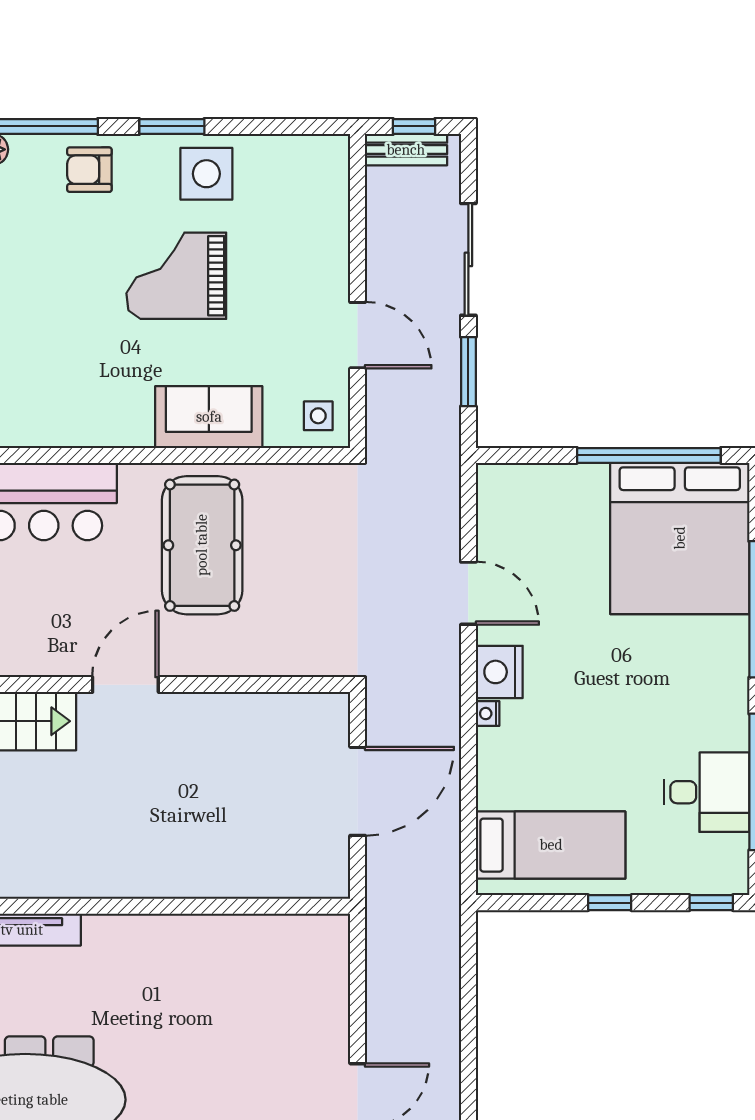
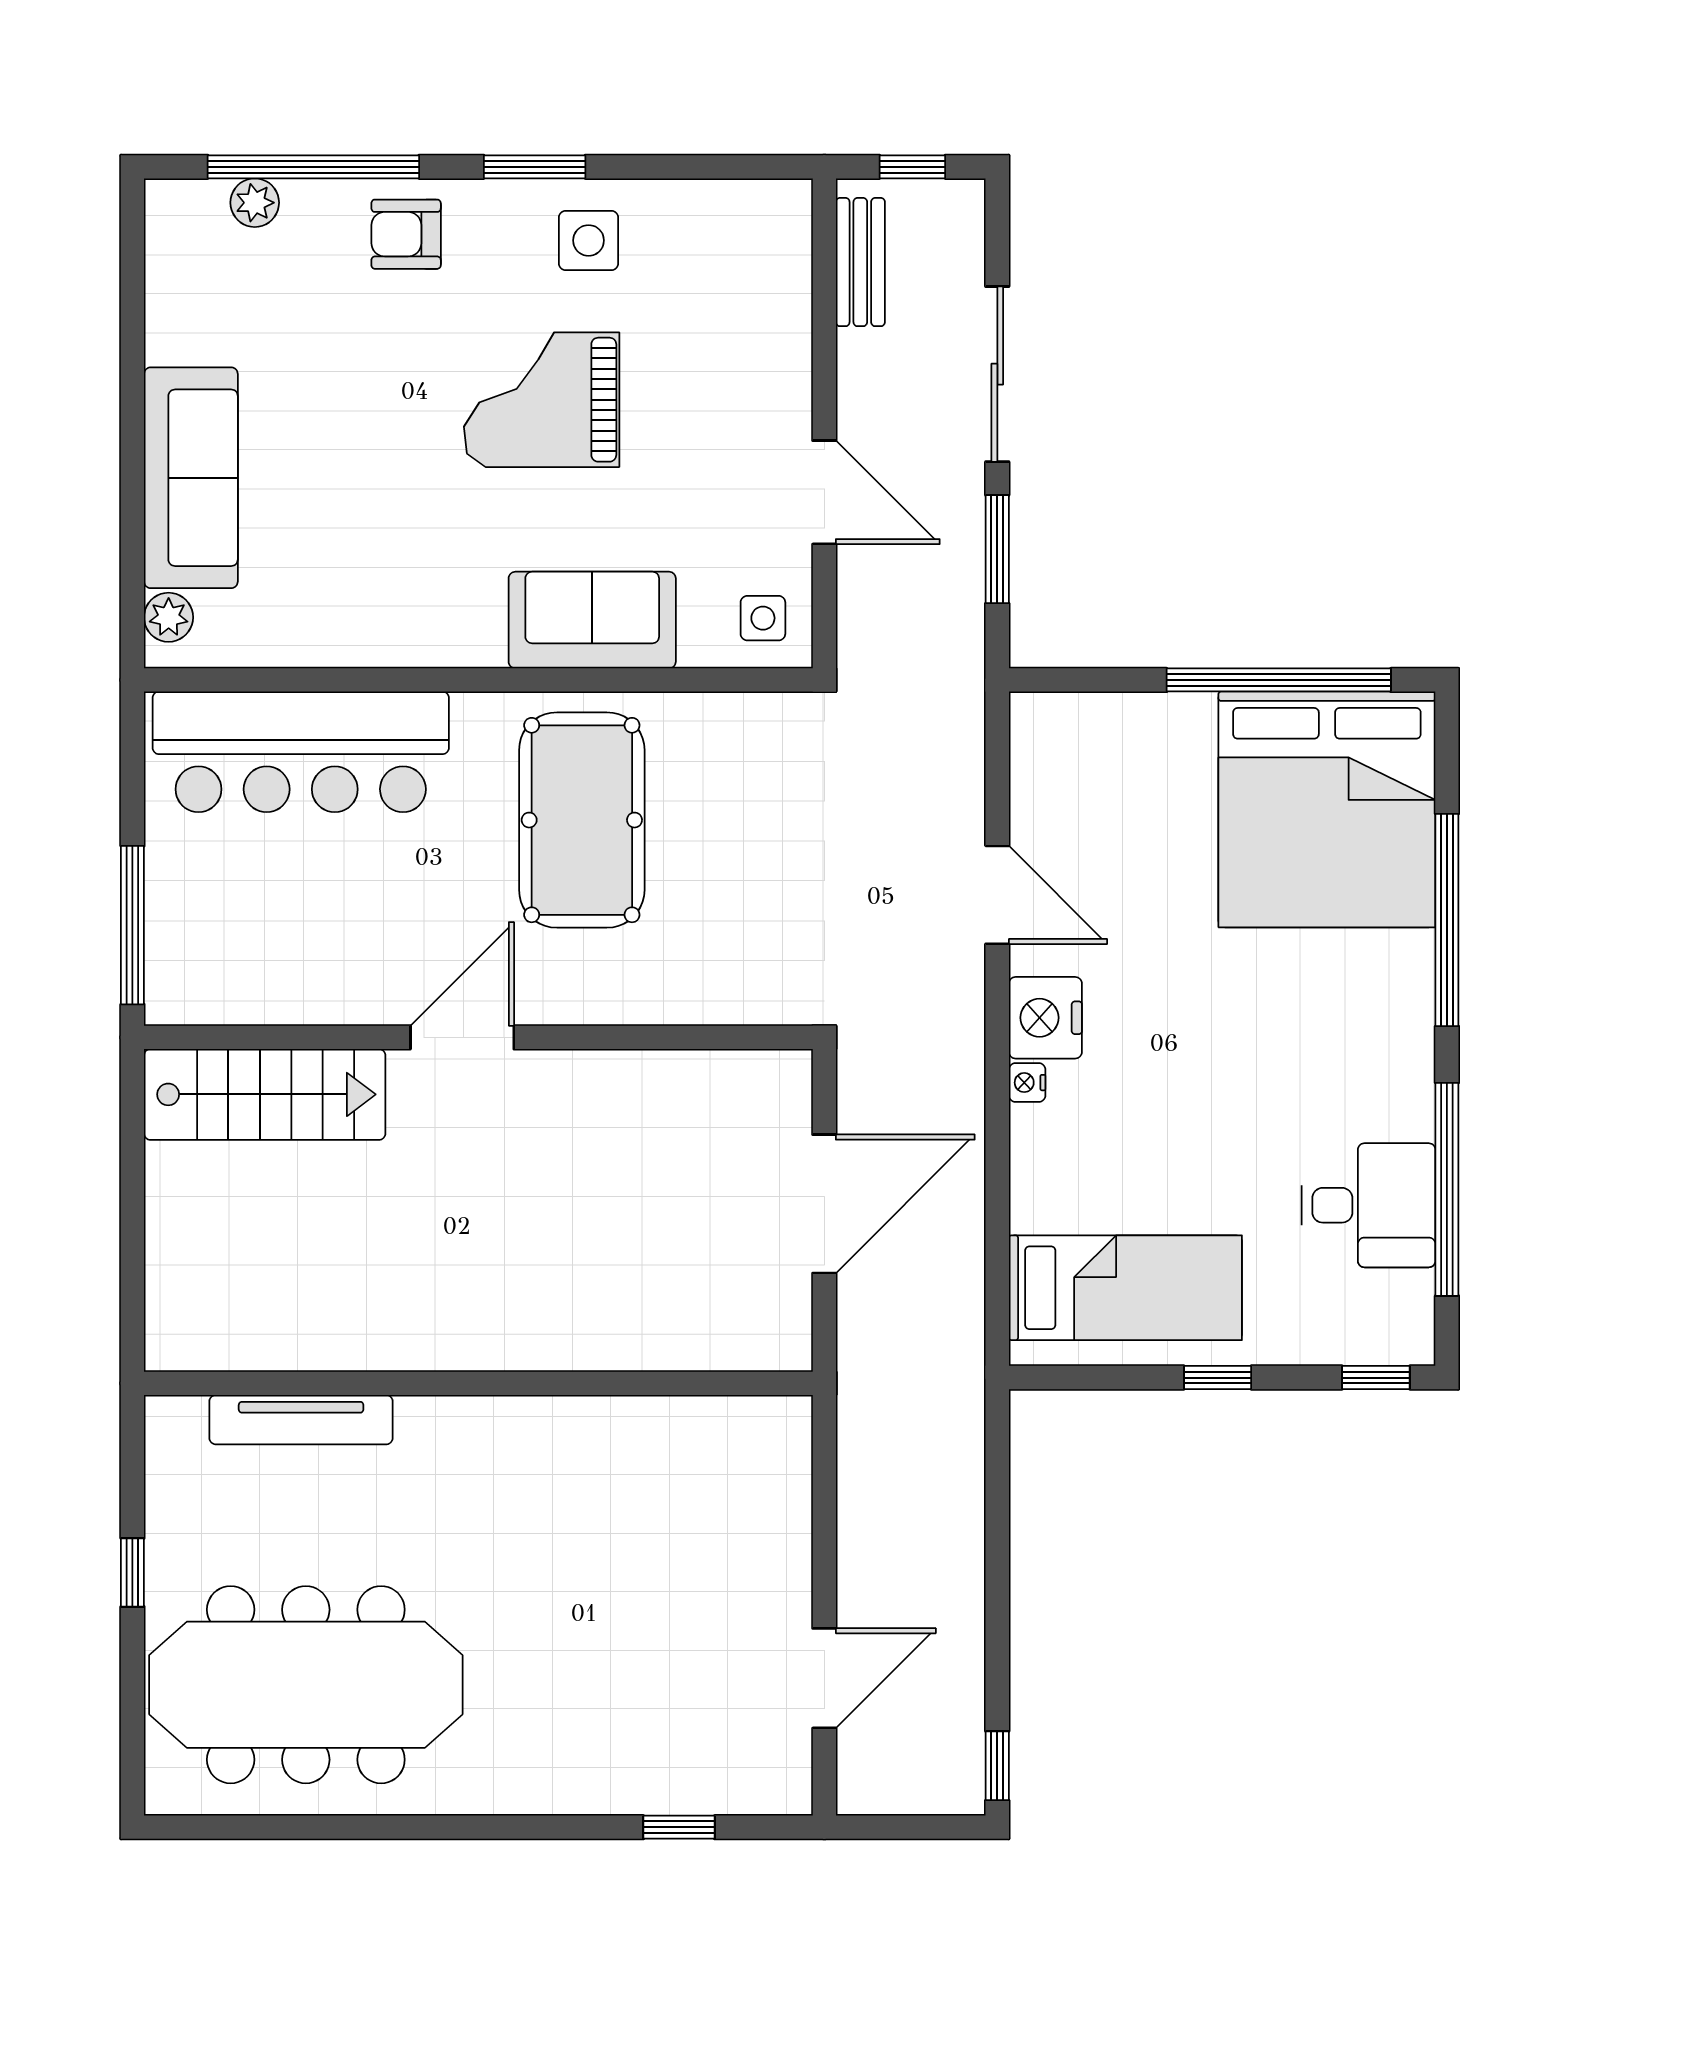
bench: (406, 150) -> (860, 262), moved, turned 90
side table: (206, 174) -> (589, 240), width x0.73, depth x0.73

